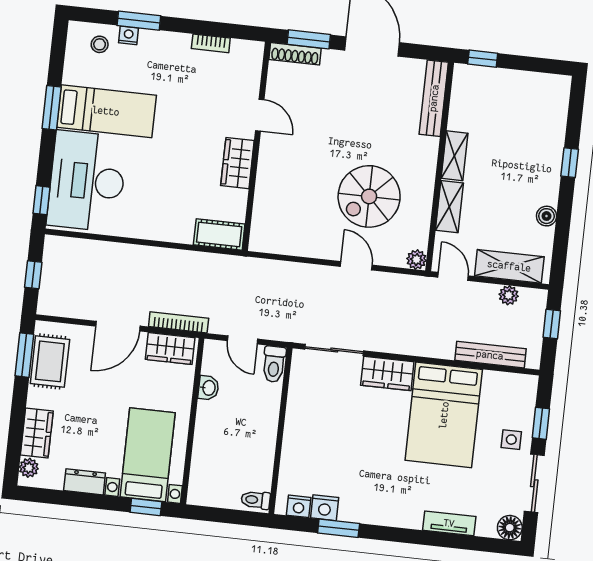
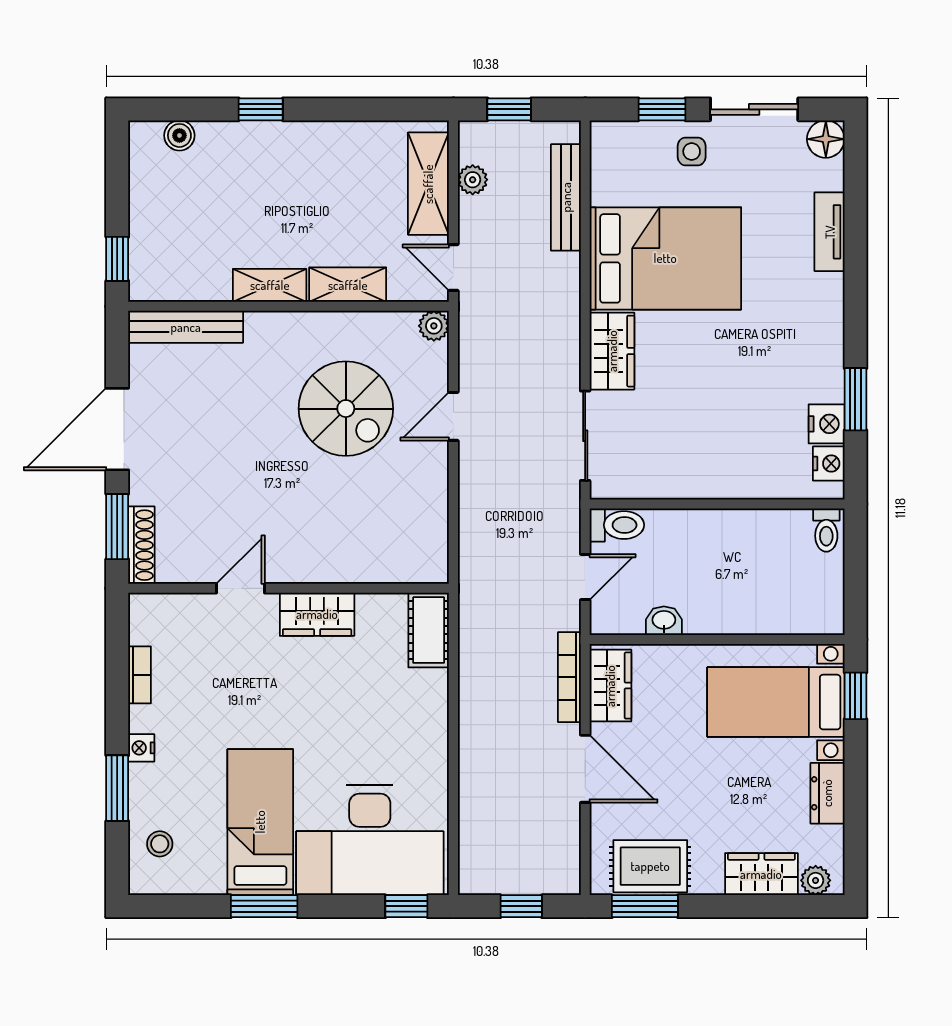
nightstand: (129, 35) -> (141, 748), moved
boiler: (546, 216) -> (179, 135), moved
door: (453, 276) -> (453, 267), hinge flipped

